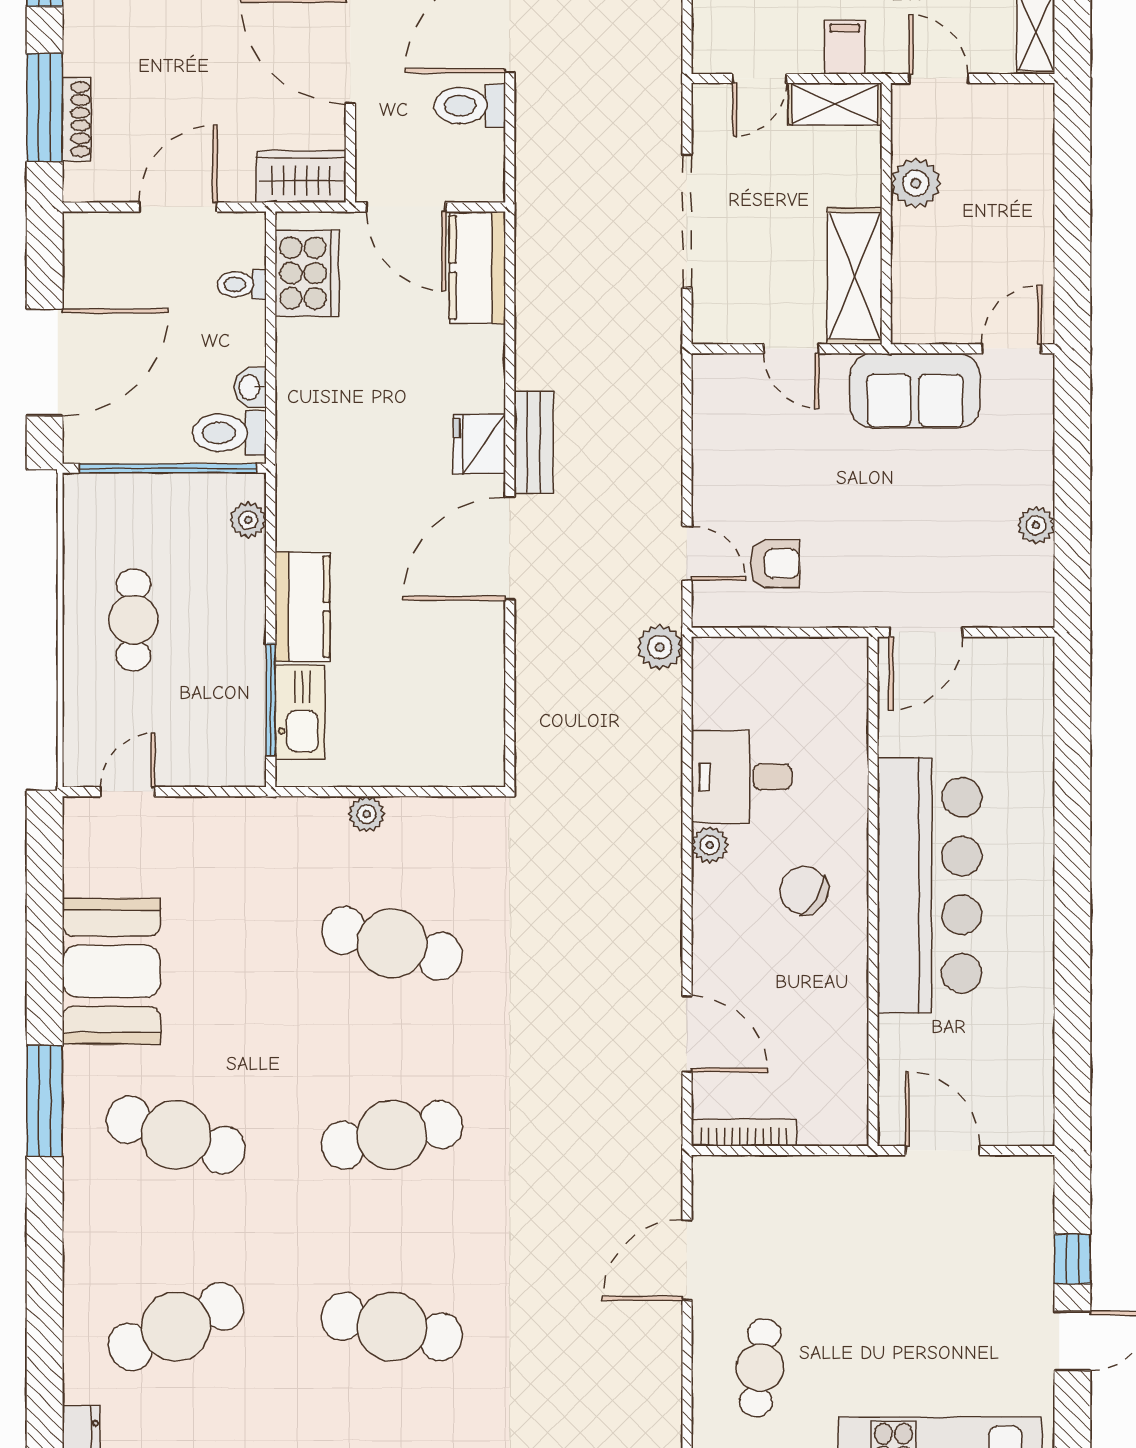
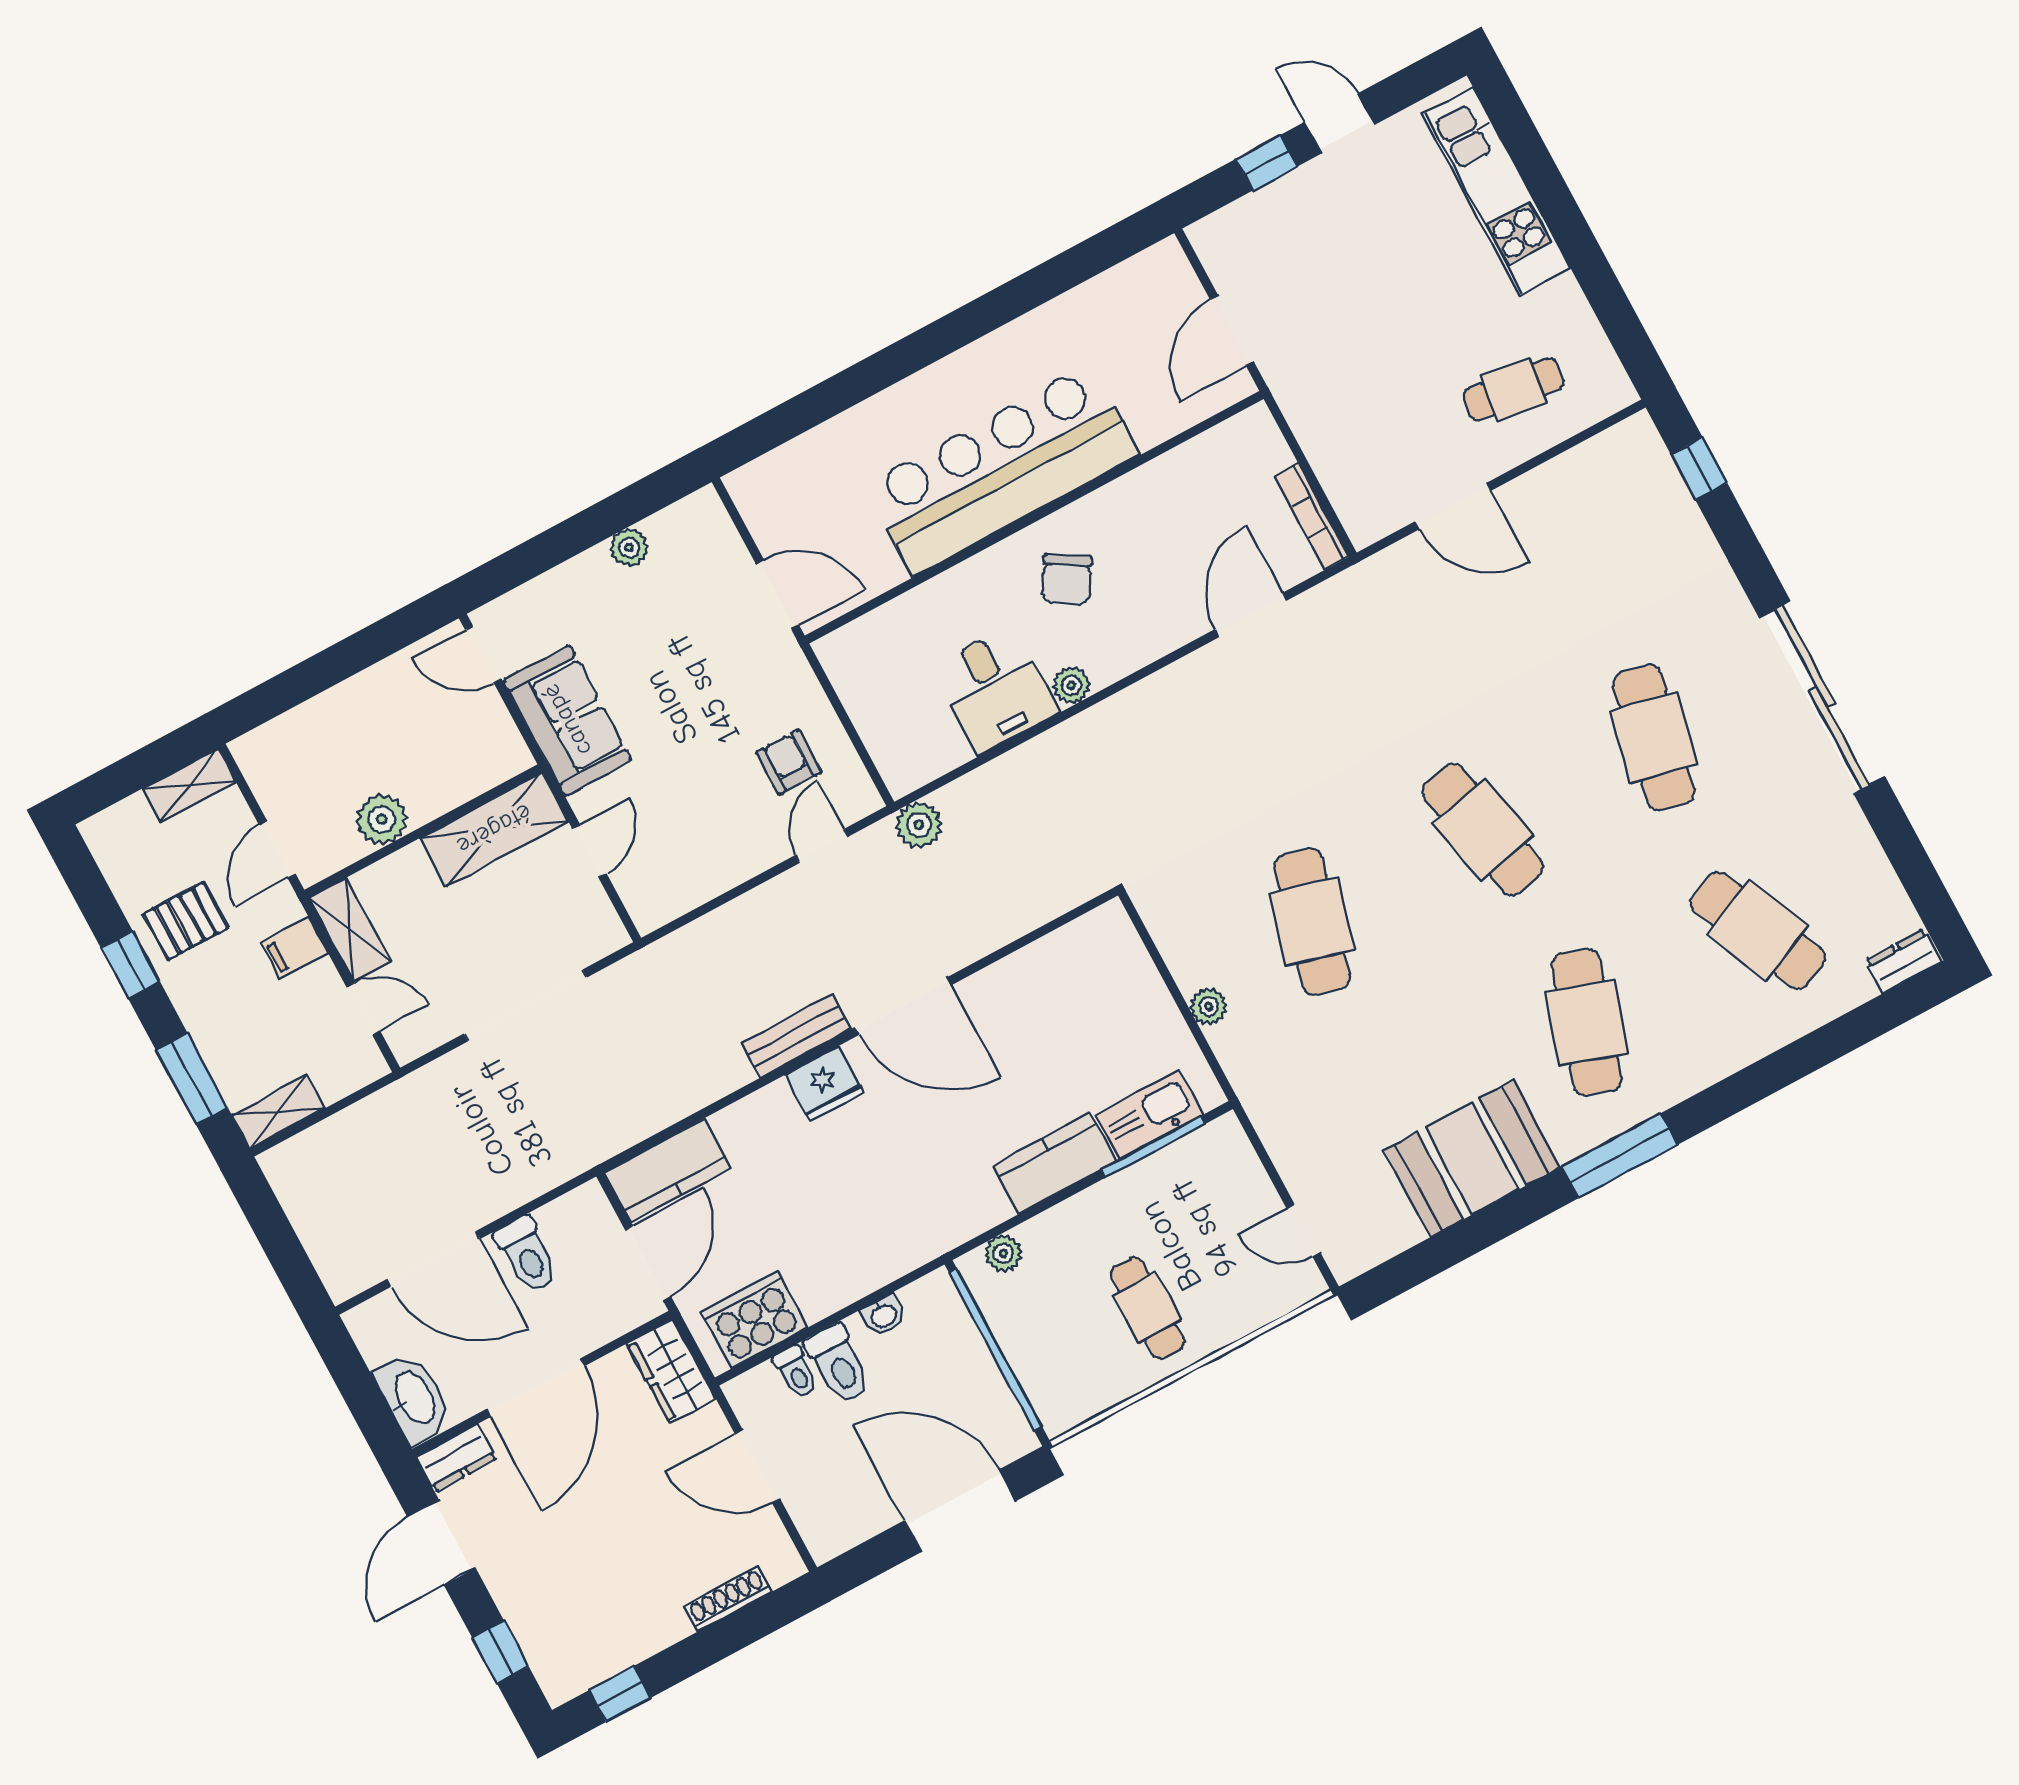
window: (45, 108) -> (733, 1633), removed
toilet: (229, 433) -> (839, 1364), moved
cafe table: (133, 620) -> (1147, 1308), turned 90

